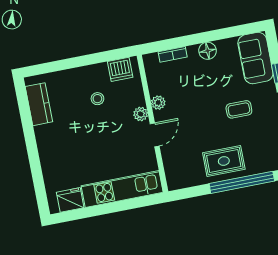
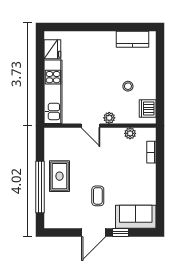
floor lamp: (208, 51) -> (149, 180), removed
plant: (158, 103) -> (130, 133), moved

